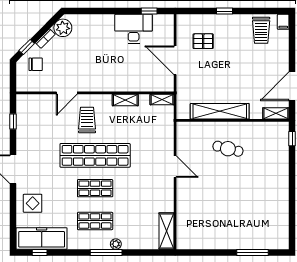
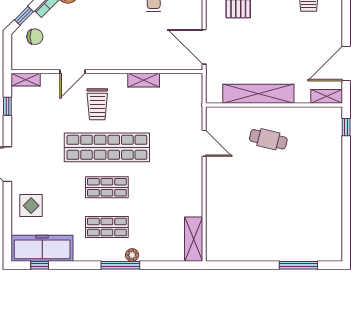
door: (175, 60) -> (204, 47), moved
shelving: (162, 100) -> (26, 80), moved
trolley: (87, 120) -> (97, 104), turned 180
door: (175, 167) -> (204, 143), moved

